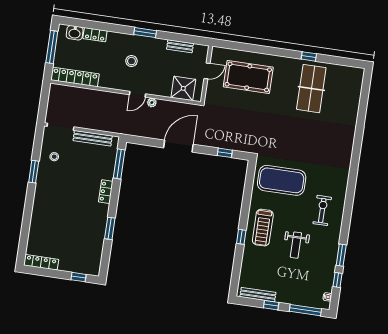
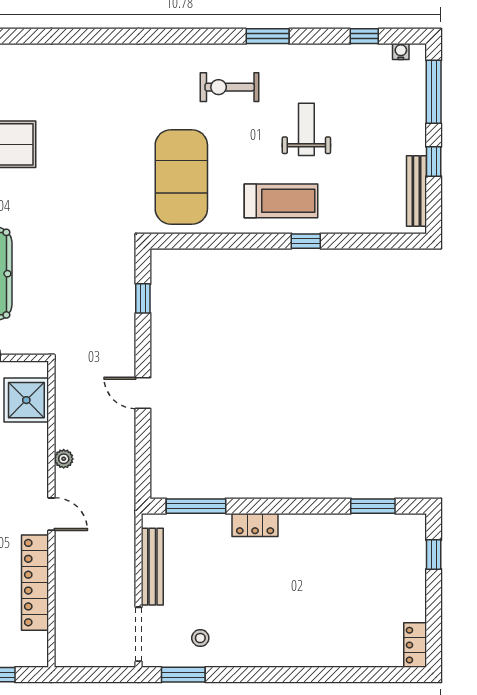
locker: (75, 77) -> (35, 583), moved
door: (137, 94) -> (51, 514), moved
door: (178, 146) -> (143, 393), width x0.53
window: (34, 172) -> (183, 675), moved
window: (110, 228) -> (373, 506), moved
weight bench: (296, 245) -> (306, 129), turned -90
window: (341, 255) -> (268, 36), moved
locker: (41, 262) -> (415, 645), width x0.66

